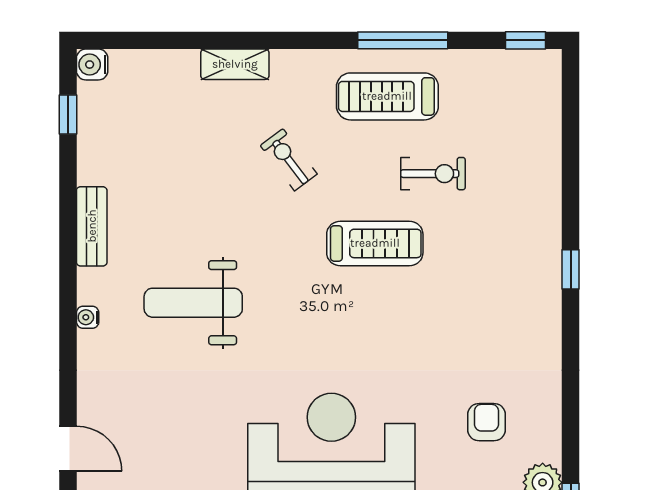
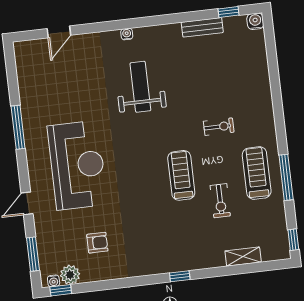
shelving: (235, 64) -> (243, 257), moved, turned 90
exercise bike: (289, 160) -> (219, 127), turned 37
bench: (92, 226) -> (202, 27), moved
treadmill: (375, 243) -> (181, 175), turned 180

